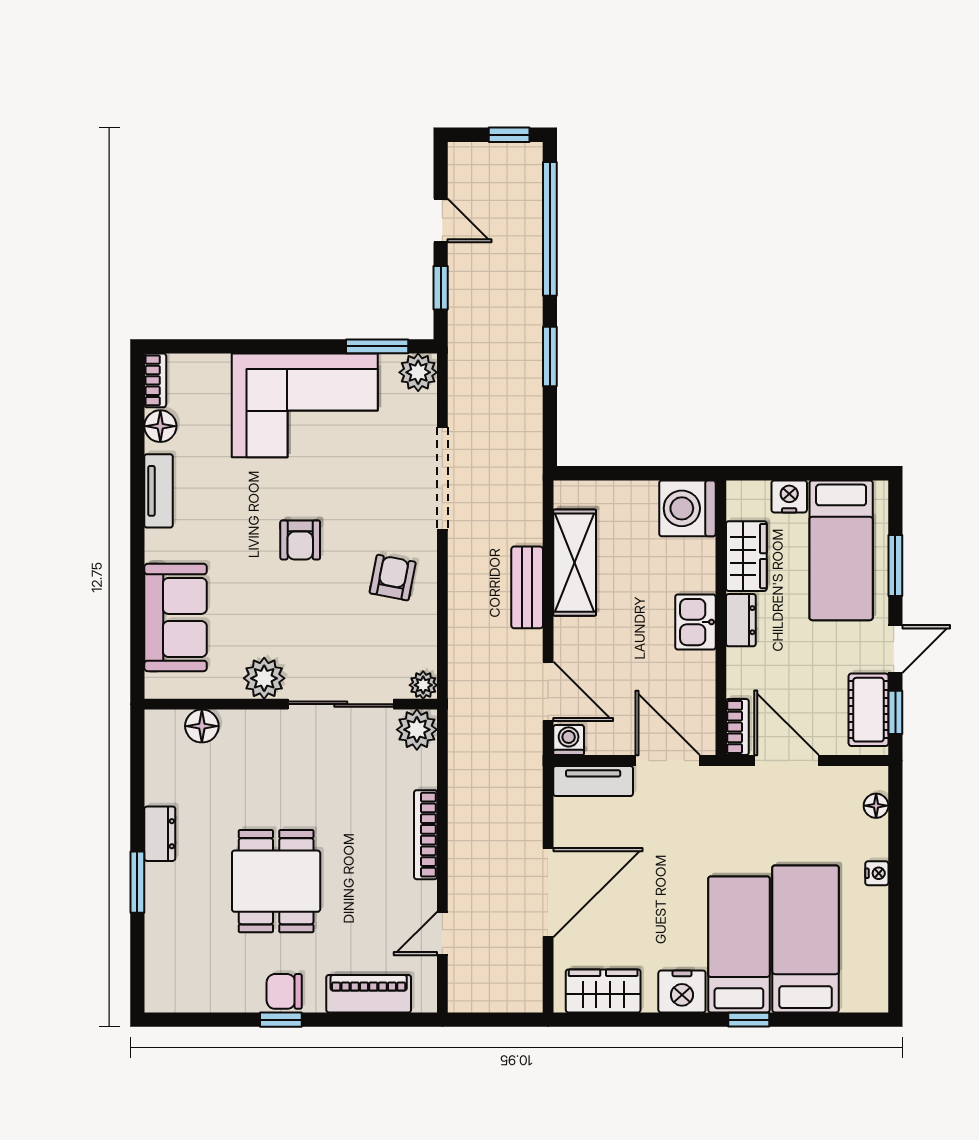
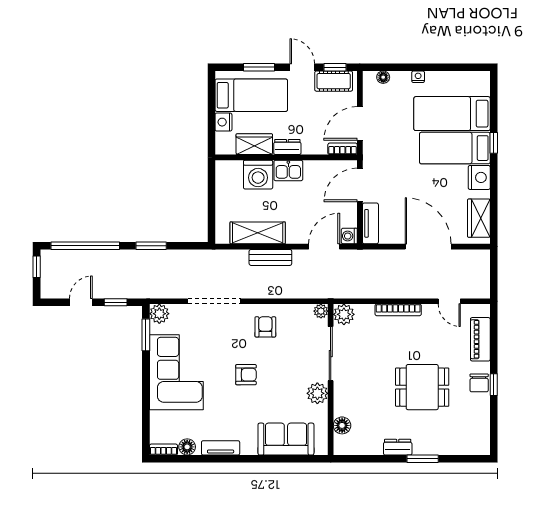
washing machine: (687, 508) -> (258, 175), moved
armchair: (393, 578) -> (265, 327), turned 79

